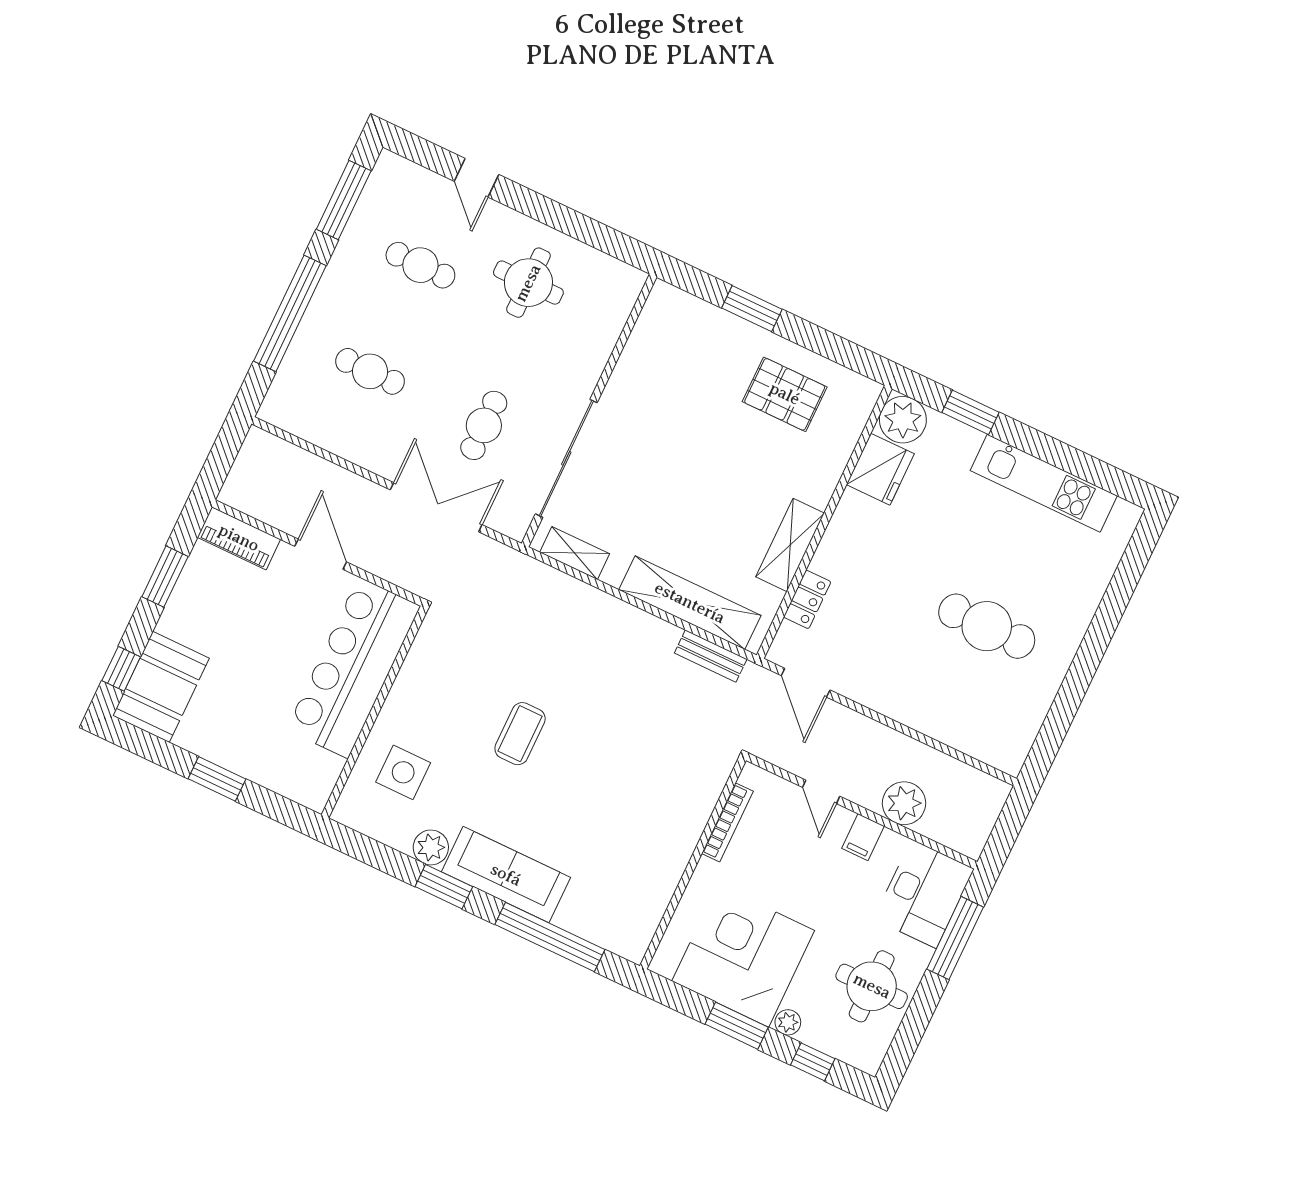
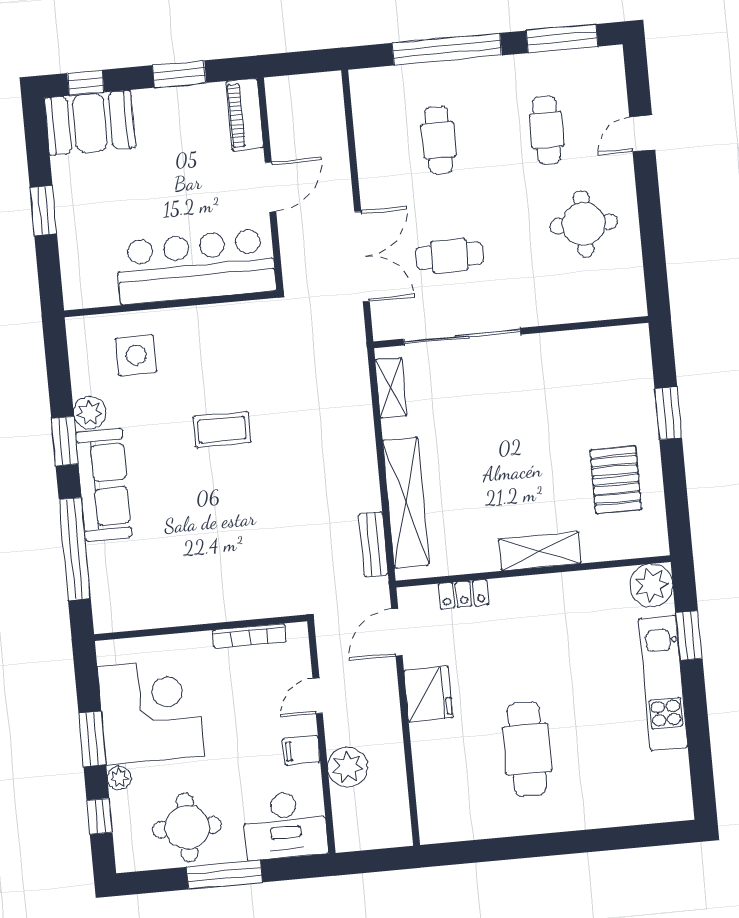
fridge: (880, 469) -> (428, 694), moved, turned -90
kitchen unit: (1044, 483) -> (663, 683), moved
shelving: (790, 545) -> (540, 551), moved
window: (955, 938) -> (224, 875), moved

